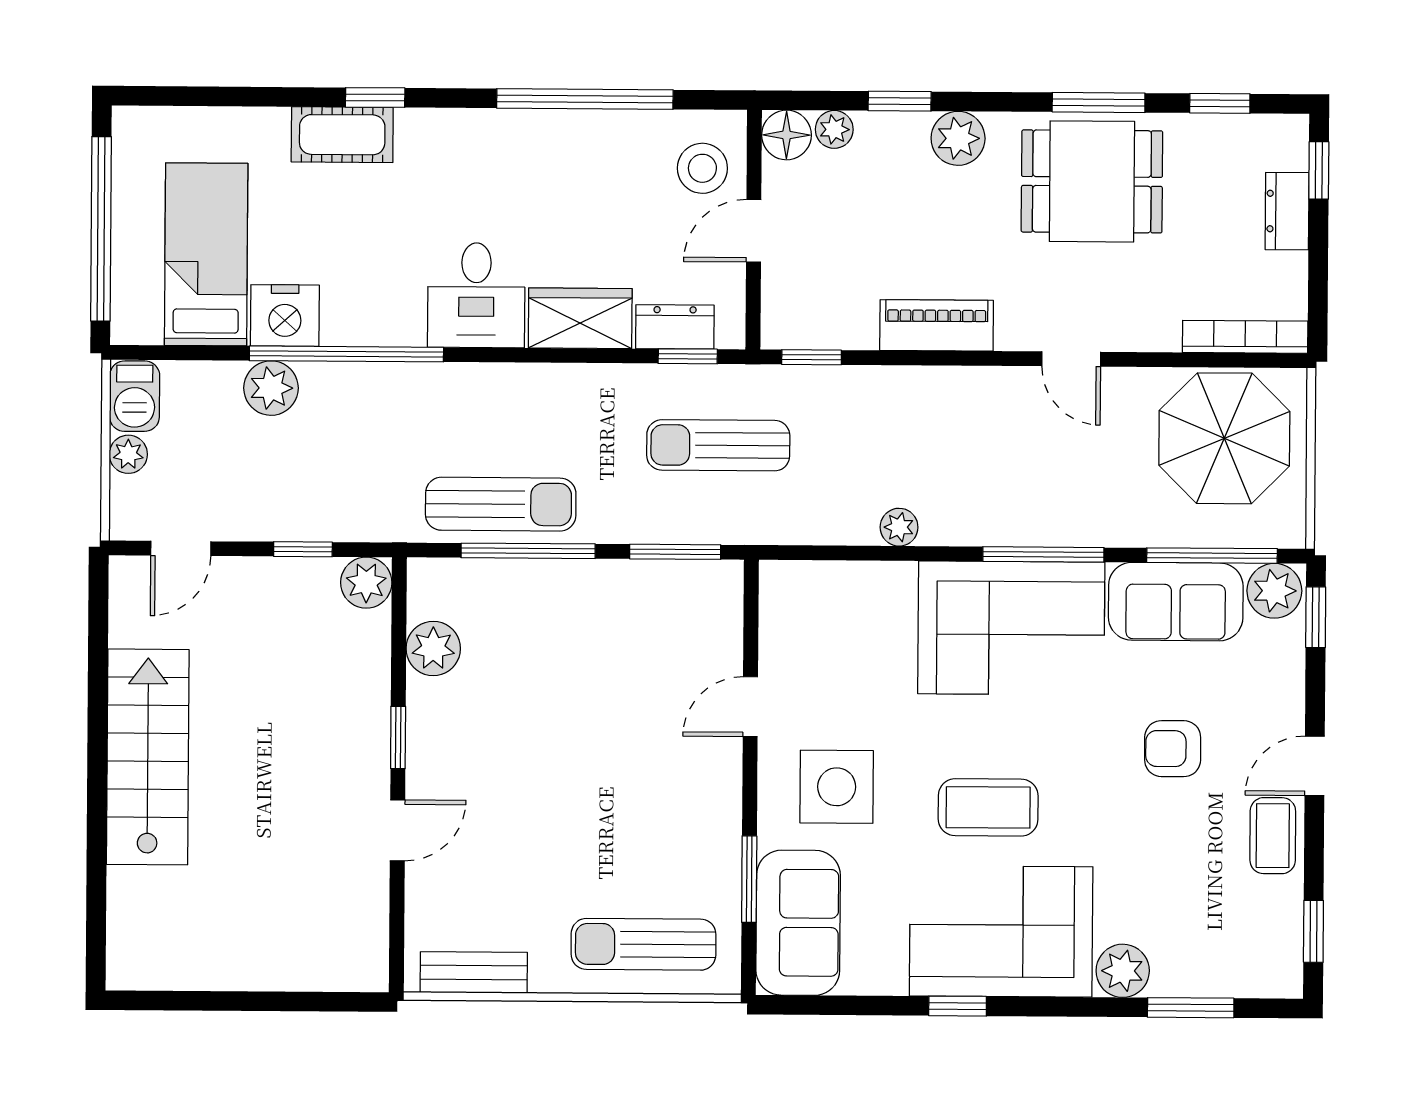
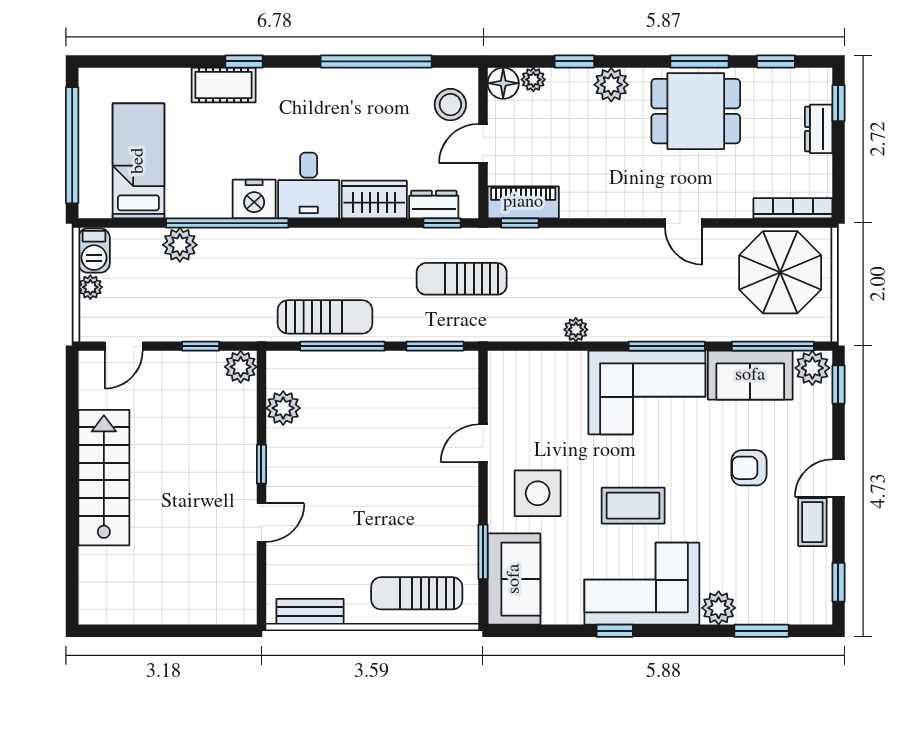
nightstand: (285, 315) -> (254, 199), moved
piano: (937, 325) -> (523, 202), moved

